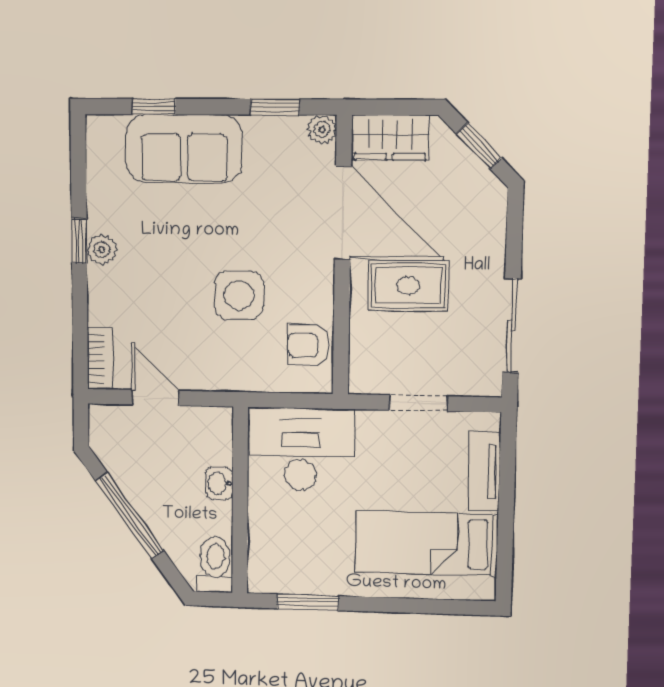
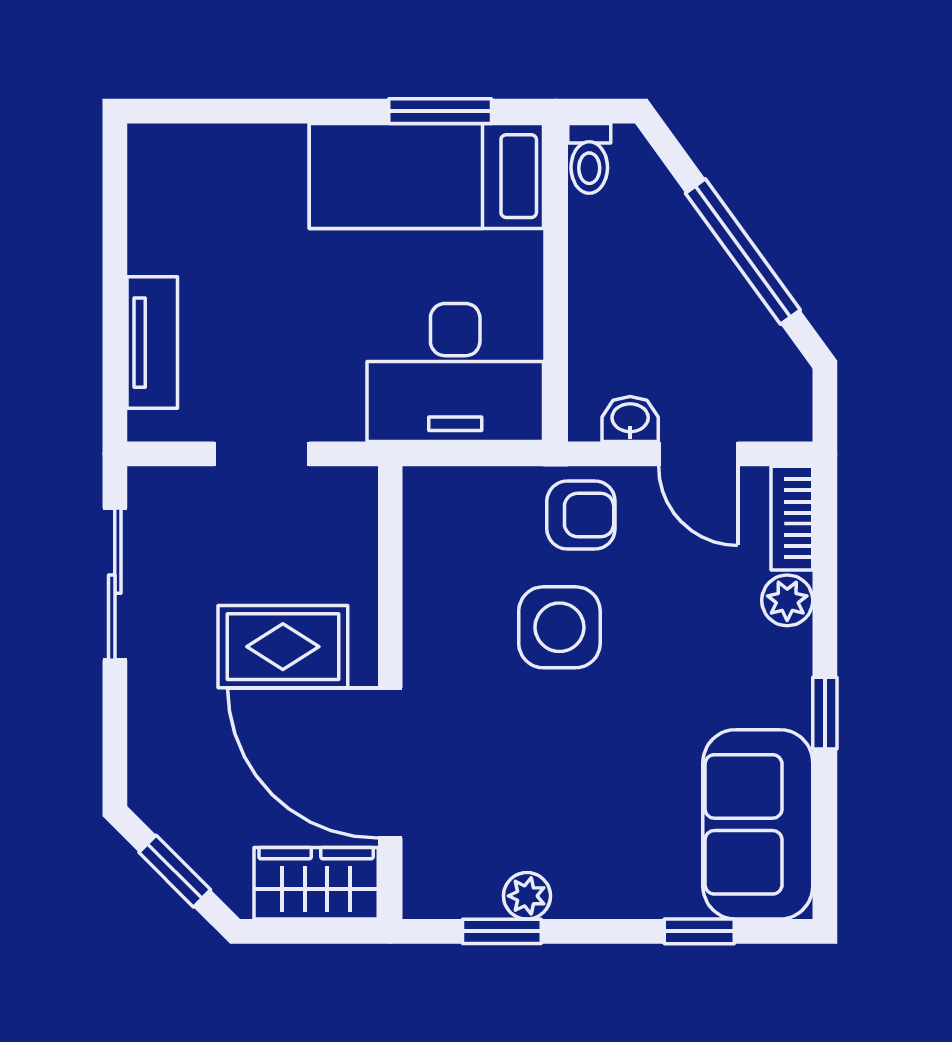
plant: (322, 130) -> (527, 896), moved
sofa: (184, 149) -> (758, 824), moved, turned -90
plant: (102, 250) -> (787, 600), moved
armchair: (309, 346) -> (581, 515), moved
washbasin: (219, 483) -> (630, 419), moved, turned -90
bed: (426, 543) -> (426, 176), moved, turned 180
toilet: (215, 564) -> (589, 158), width x0.73, depth x0.72

